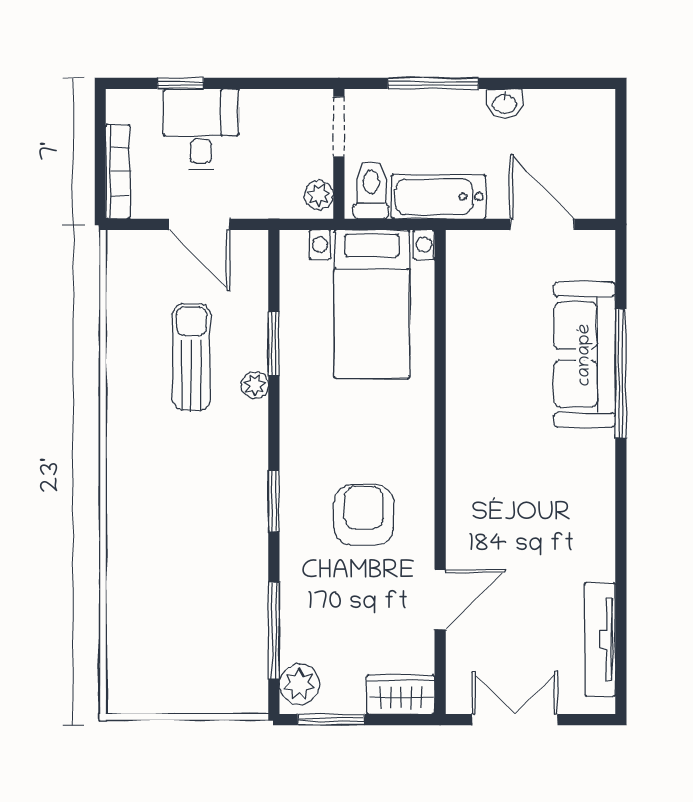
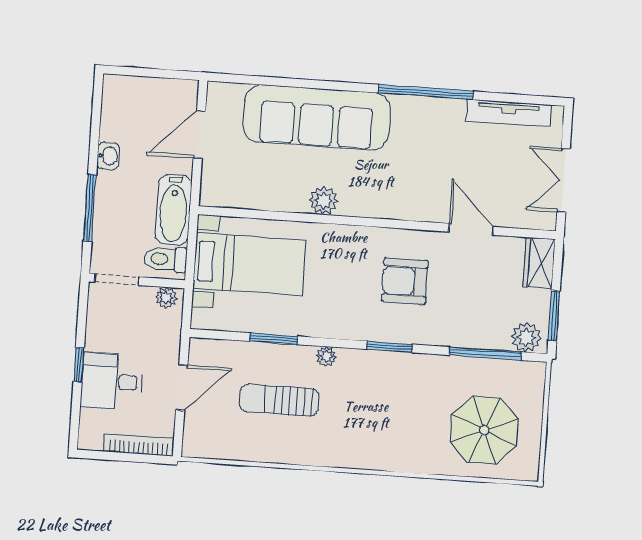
window: (180, 83) -> (79, 365), moved
sofa: (585, 355) -> (317, 117), width x1.36, depth x1.27
window: (621, 374) -> (426, 92), moved
plant: (255, 385) -> (326, 356), moved
plant: (465, 398) -> (323, 201), added
parasol: (170, 636) -> (484, 430), added

